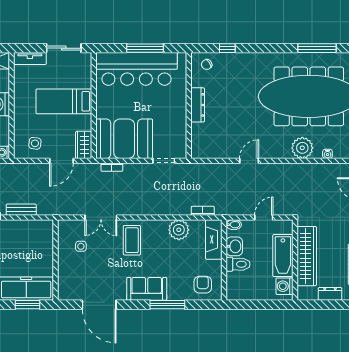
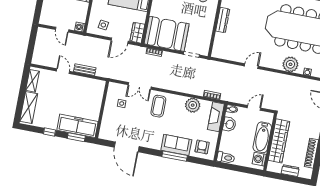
toilet: (238, 264) -> (226, 158), moved
sofa: (147, 289) -> (176, 145), moved

